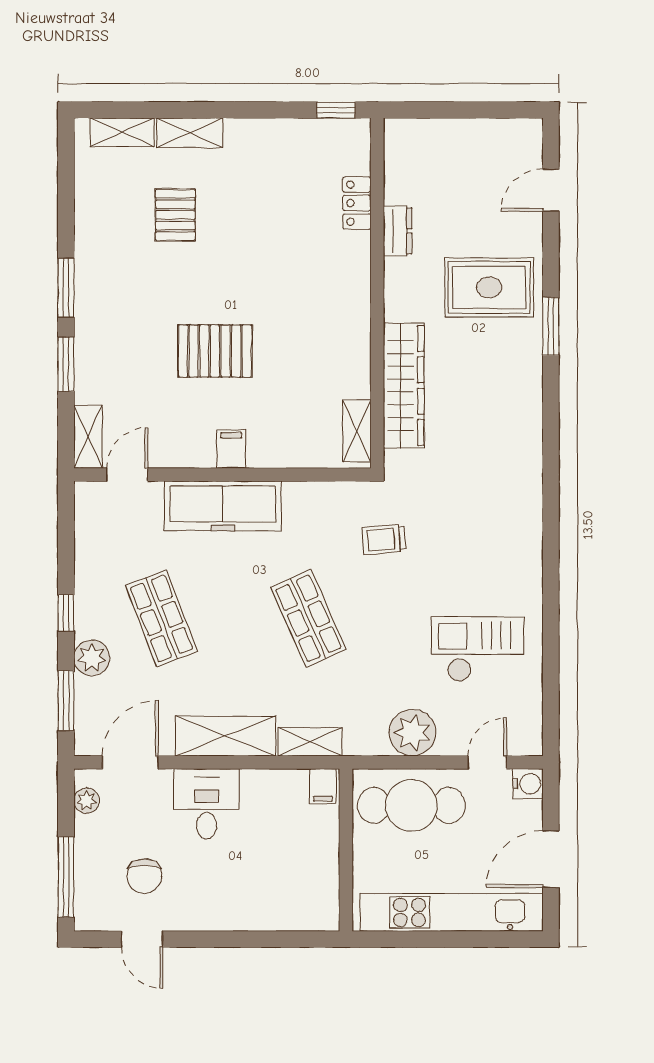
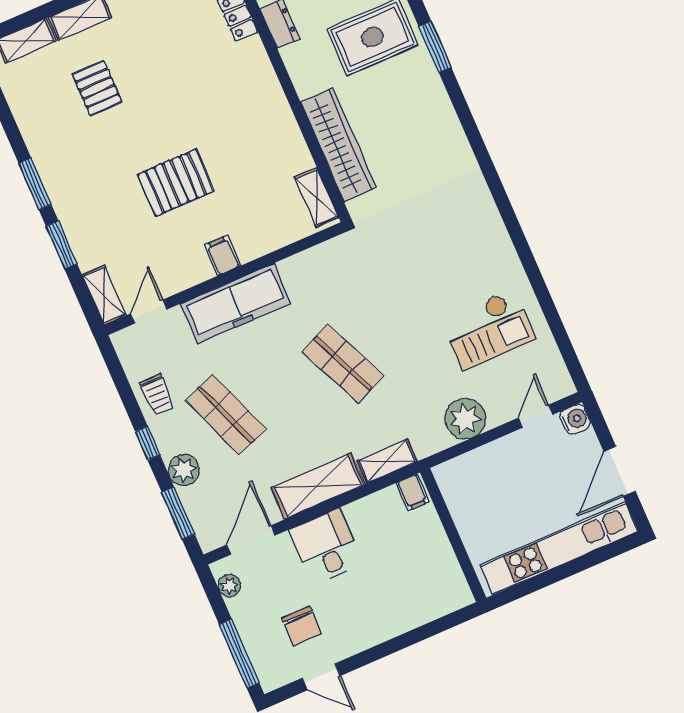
trolley: (384, 539) -> (157, 395), moved, turned -85
checkout: (478, 649) -> (489, 329), turned 180
cafe table: (411, 805) -> (490, 477), removed

